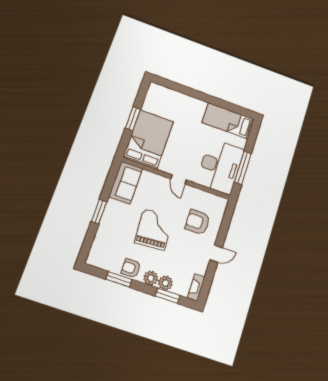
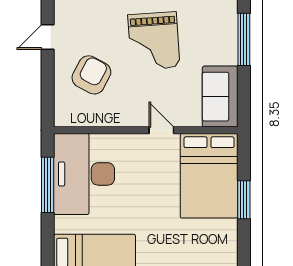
door: (179, 179) -> (161, 130), moved
window: (99, 212) -> (244, 39), width x1.44
armchair: (198, 222) -> (91, 75), turned -62

